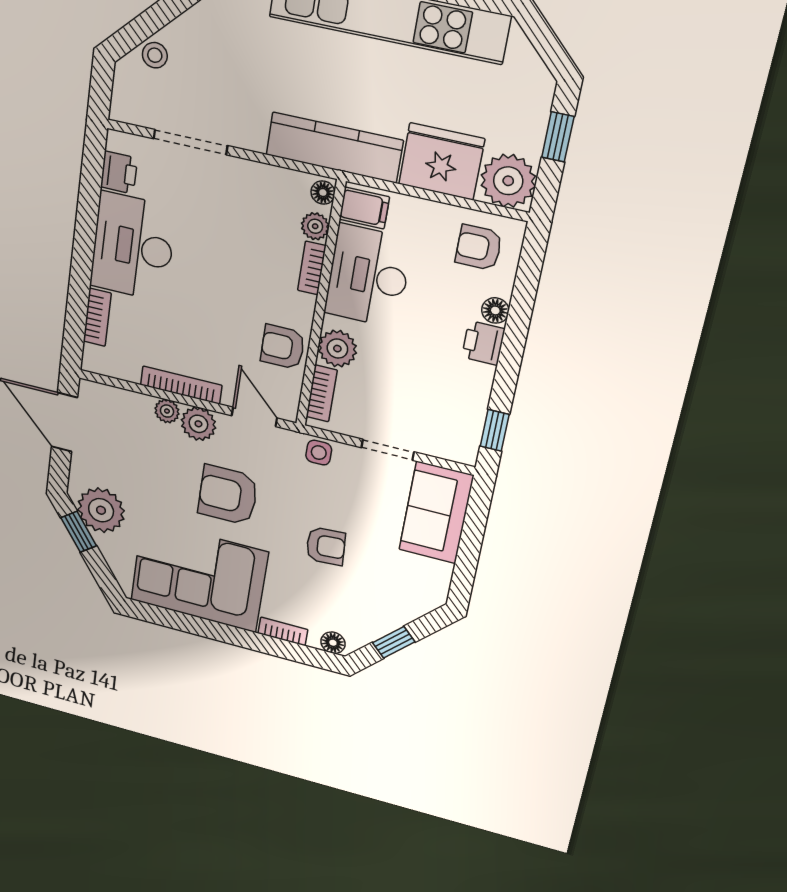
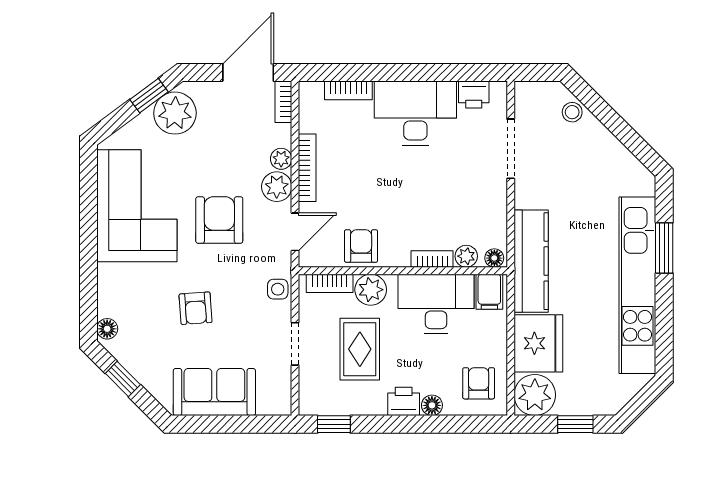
rug: (408, 378) -> (360, 349), added
sofa: (436, 513) -> (214, 392), moved
bookcase: (283, 631) -> (283, 102), moved, turned 180

